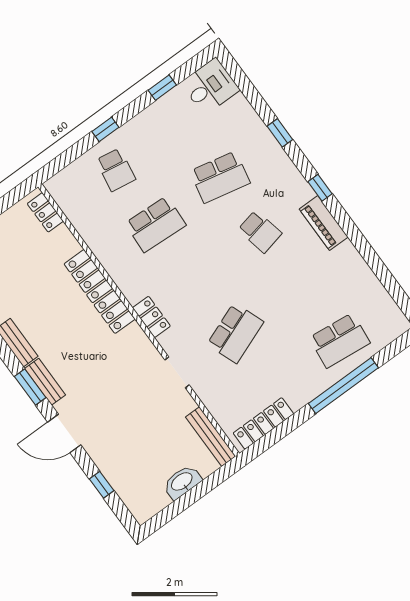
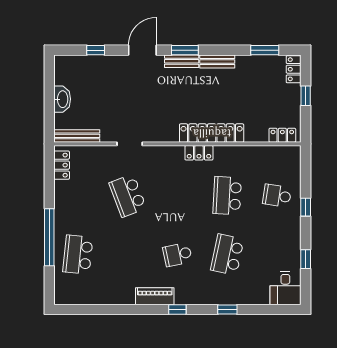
locker: (151, 317) -> (199, 153), moved
locker: (263, 423) -> (62, 165), width x0.66

